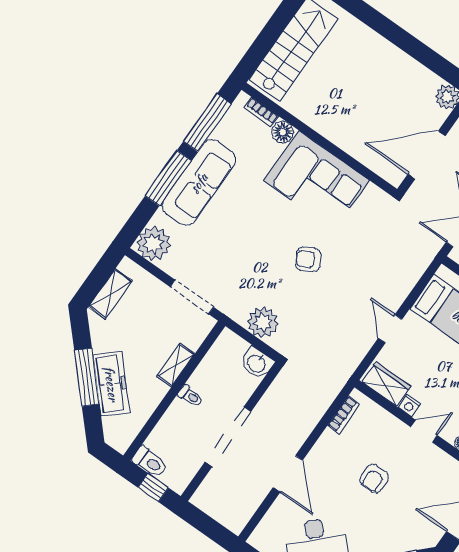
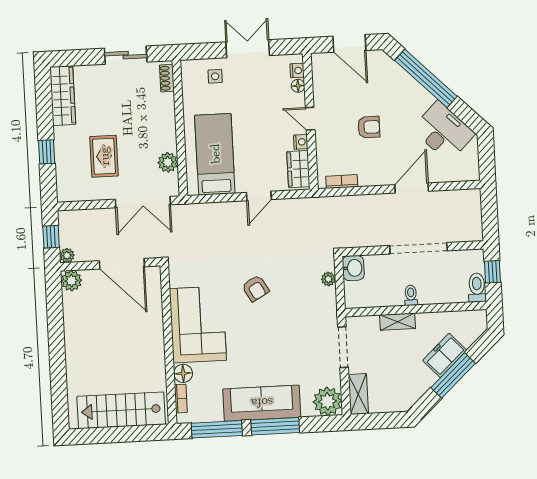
shelving: (110, 294) -> (358, 394), moved, turned 90
plant: (263, 322) -> (328, 279), width x0.53, depth x0.53
freezer: (111, 384) -> (445, 355), width x0.71

